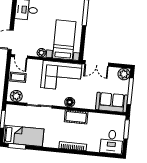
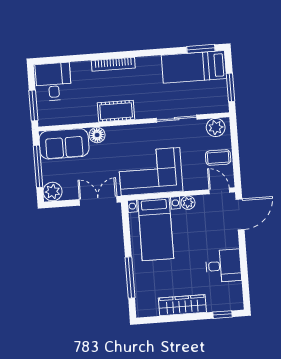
floor lamp: (70, 102) -> (97, 135), moved

